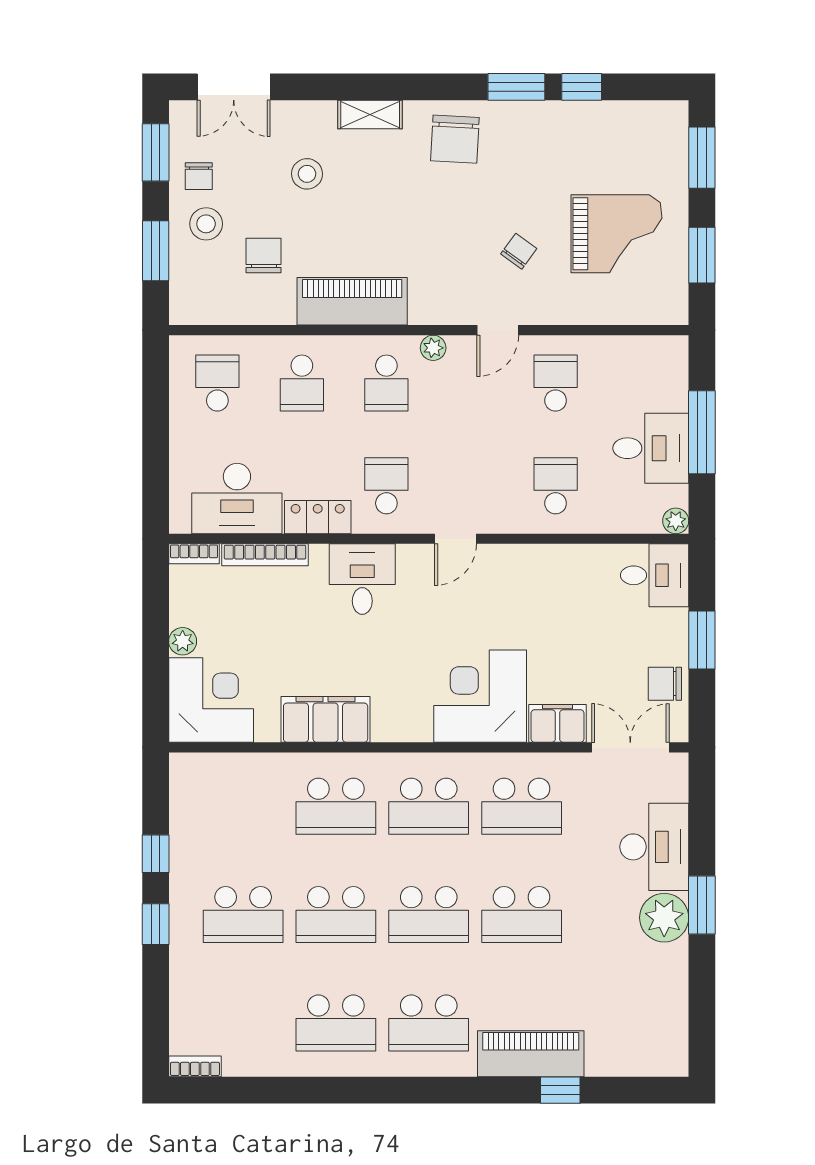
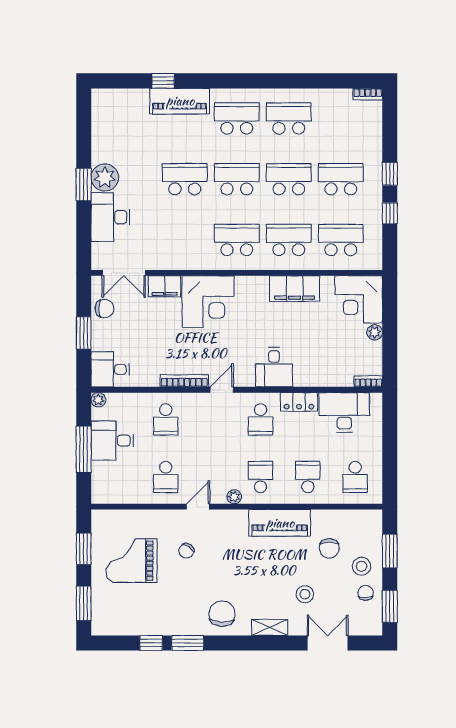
double door: (234, 87) -> (328, 643), moved
bookcase: (265, 555) -> (184, 381), moved
school desk: (522, 806) -> (341, 240), moved

